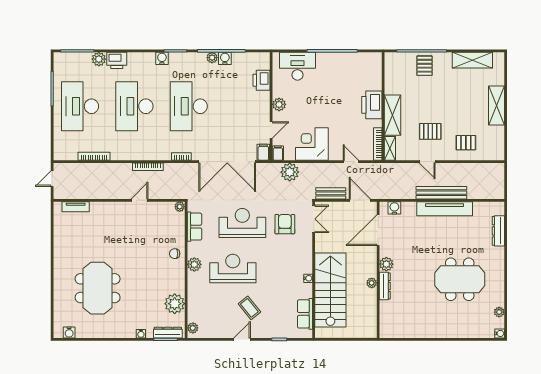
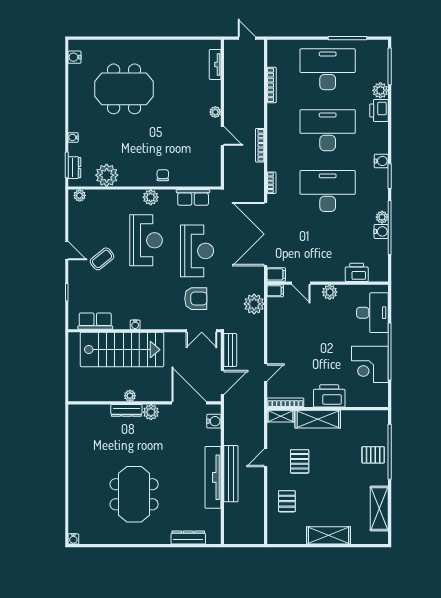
corner desk: (312, 144) -> (370, 364), moved, turned 180
plant: (180, 207) -> (215, 112), moved
plant: (499, 312) -> (97, 538), removed
dresser: (168, 333) -> (74, 168), width x0.70

